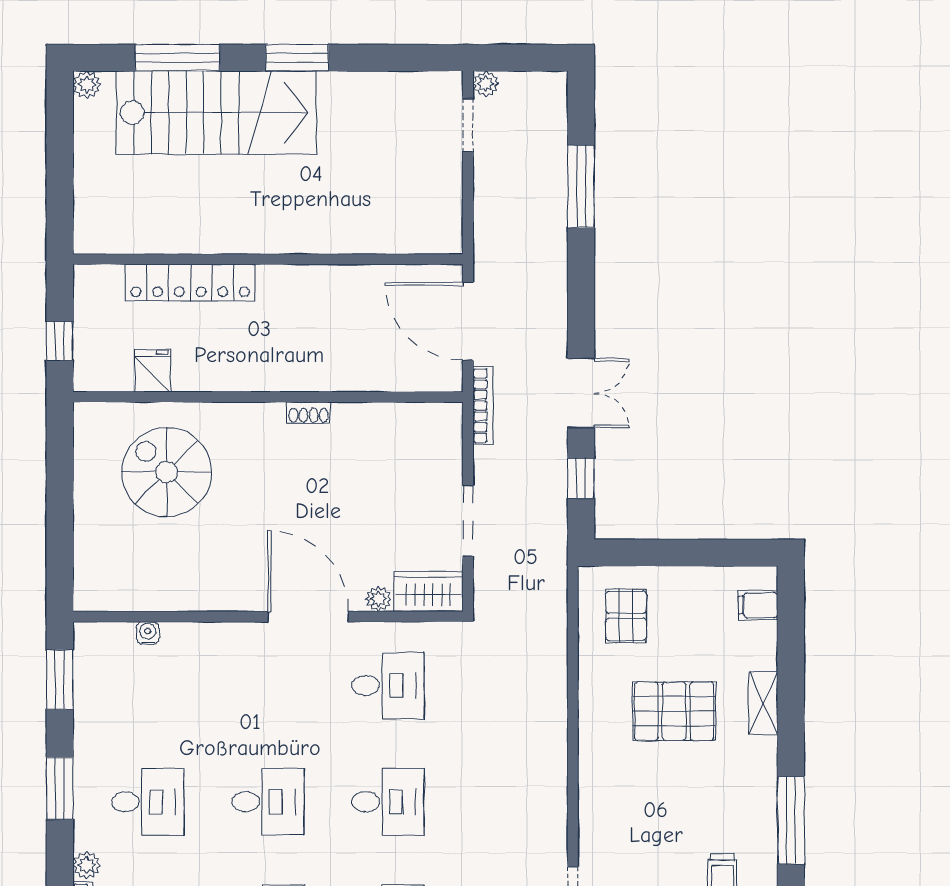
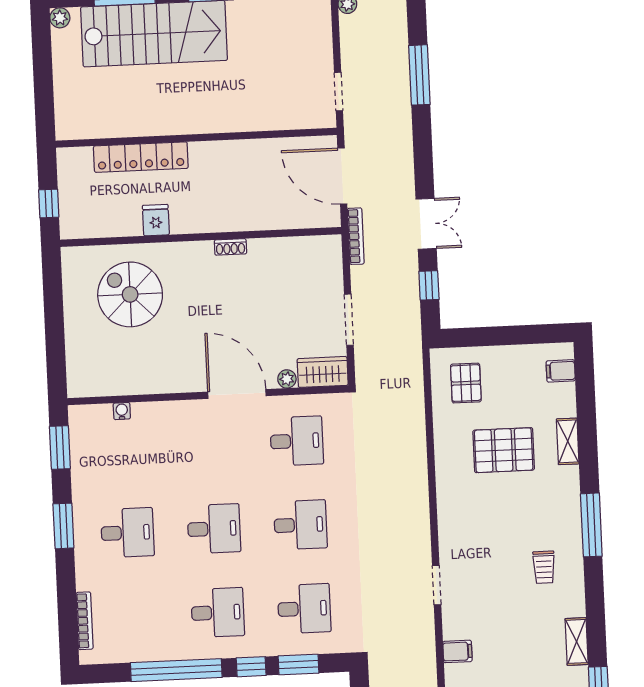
doorway: (468, 125) -> (338, 92), moved
fridge: (153, 371) -> (156, 220), moved
plant: (87, 865) -> (85, 580), removed

